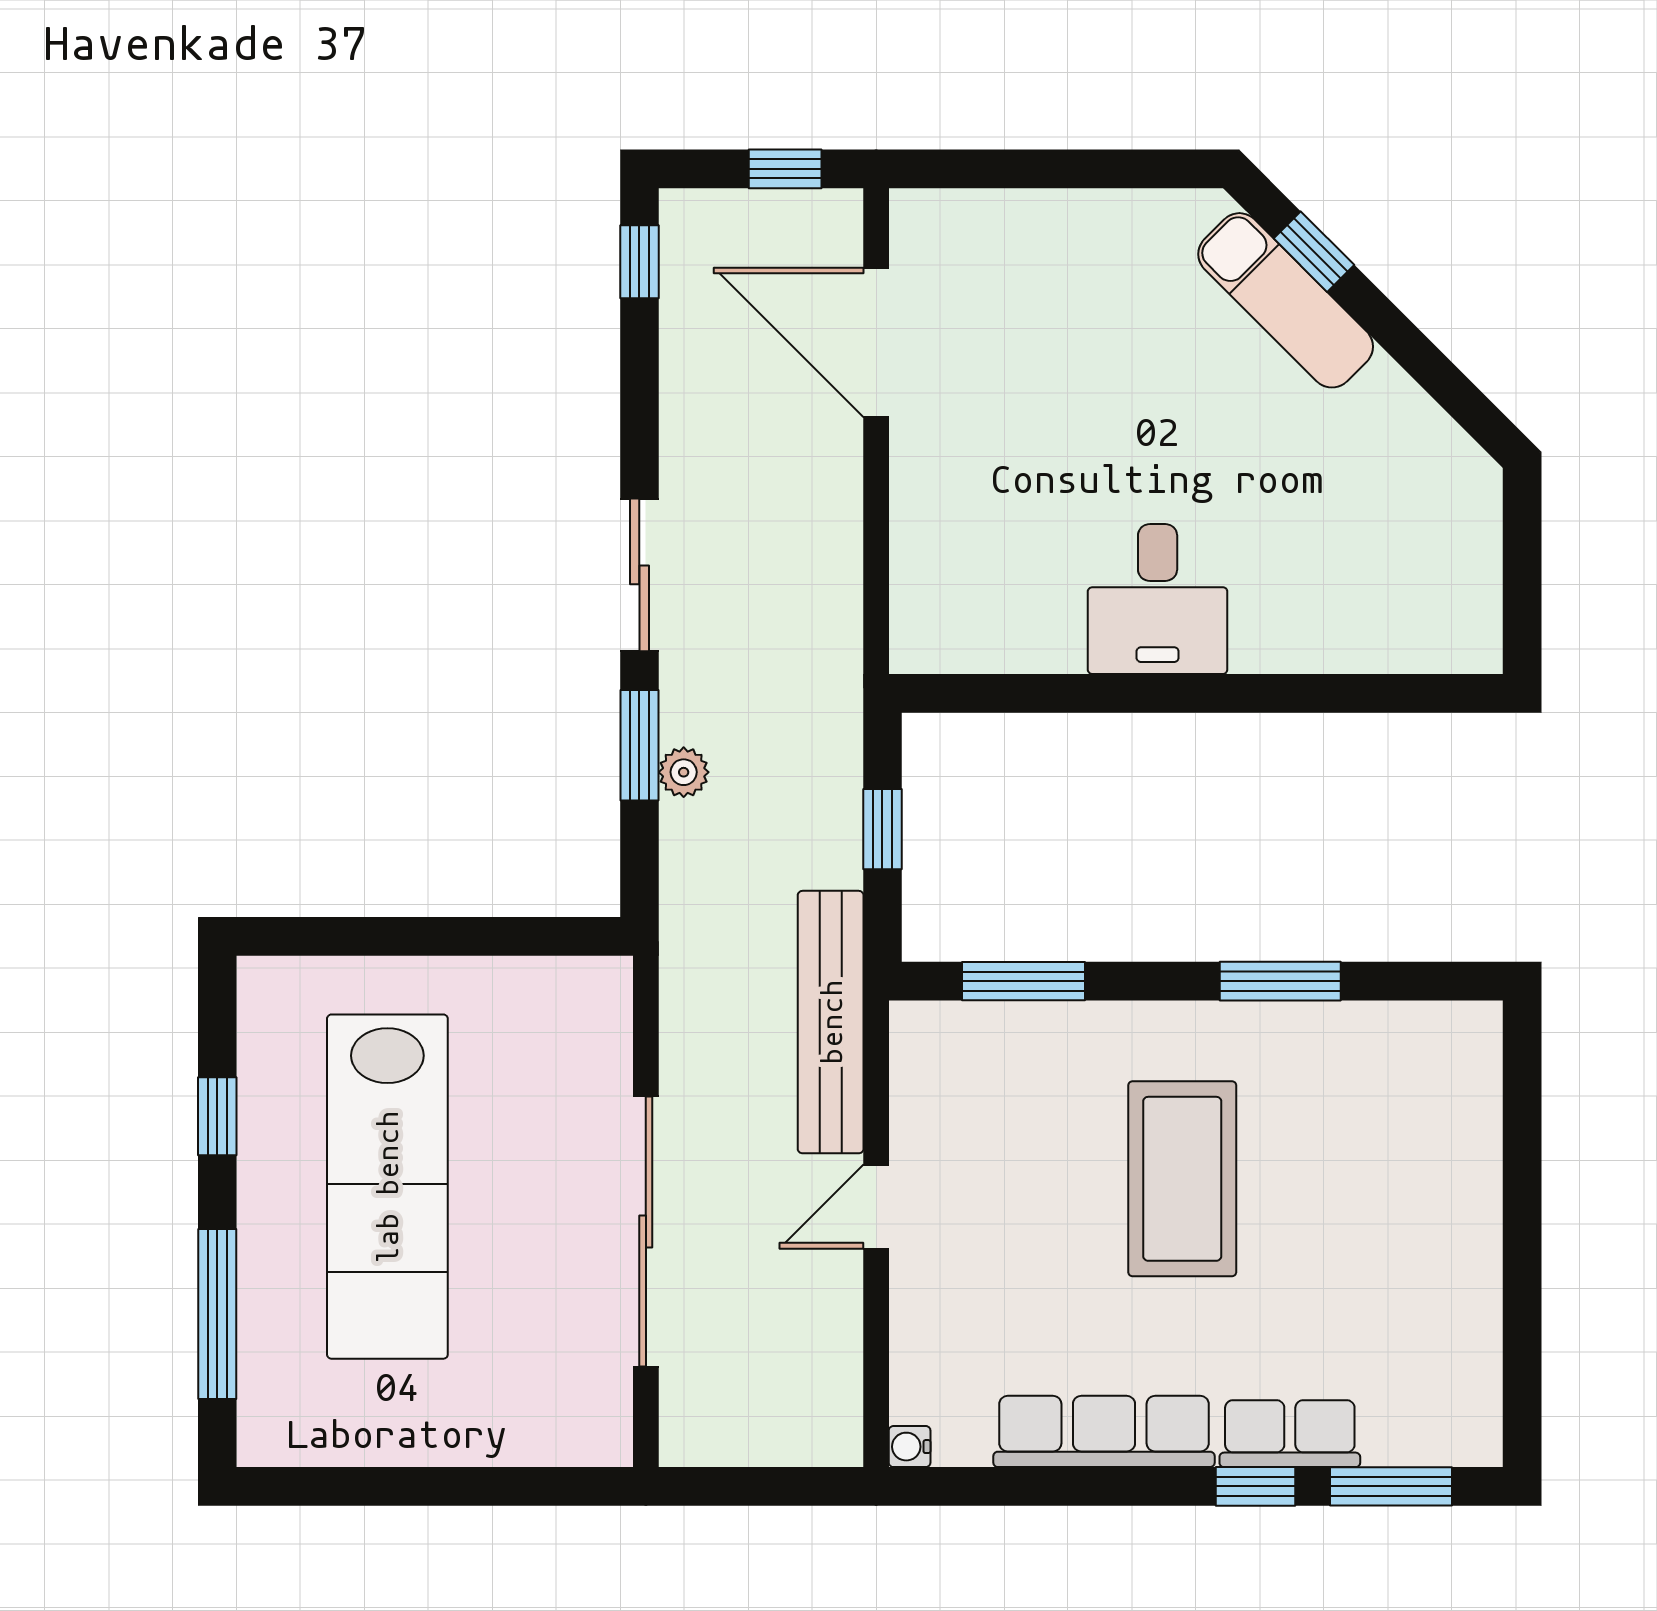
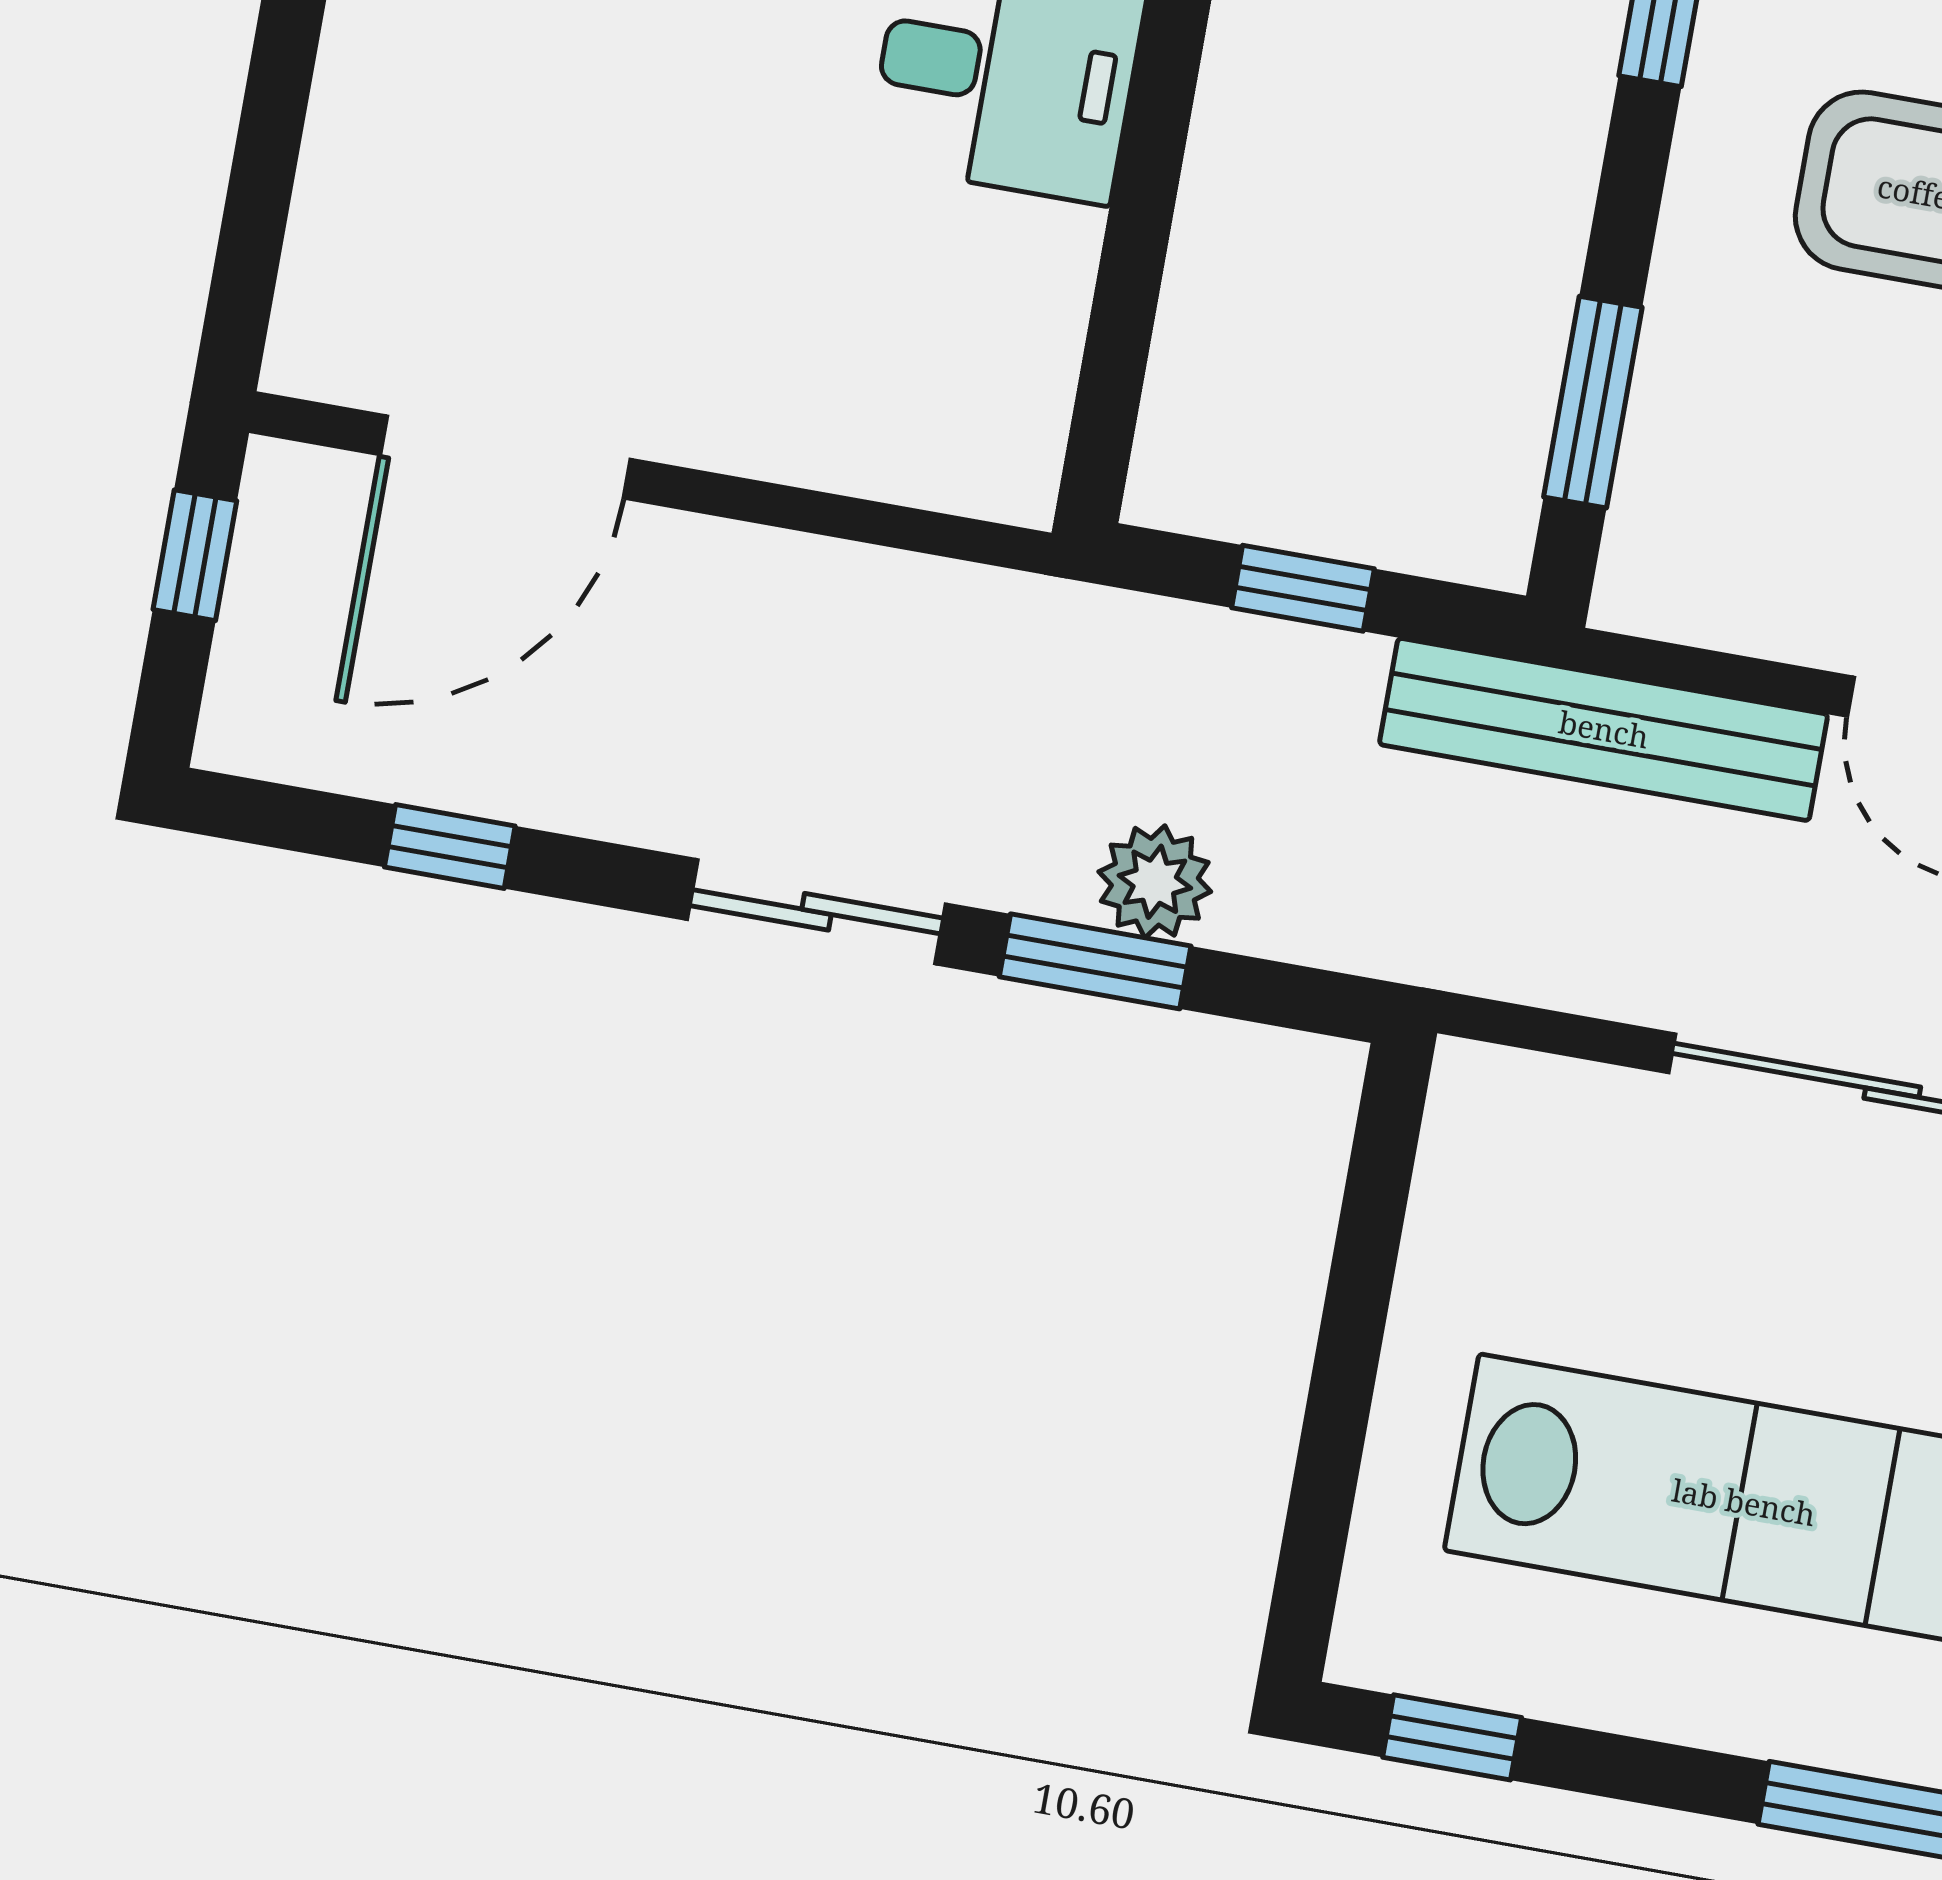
window: (639, 262) -> (450, 846), moved
plant: (684, 772) -> (1155, 882), width x1.38, depth x1.38
window: (217, 1116) -> (1452, 1737), moved

